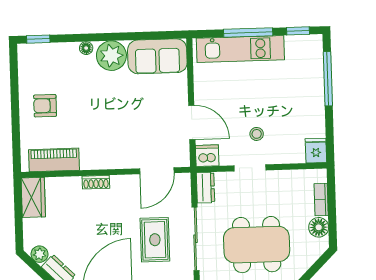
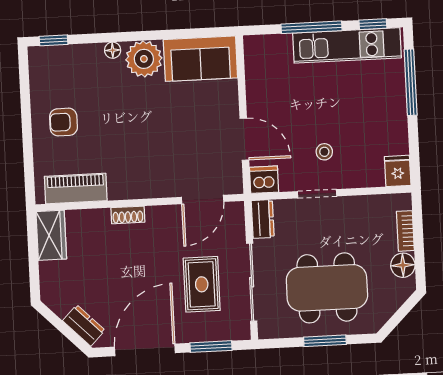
kitchen unit: (240, 49) -> (347, 45), moved
plant: (40, 254) -> (60, 305), removed

